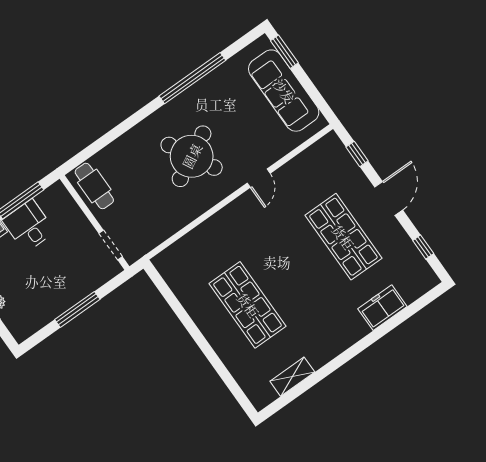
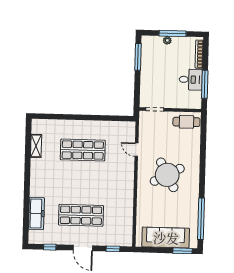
window: (192, 78) -> (201, 219), moved
door: (259, 178) -> (136, 150), moved
freezer: (382, 308) -> (36, 213), width x1.40
window: (77, 309) -> (138, 57), moved

